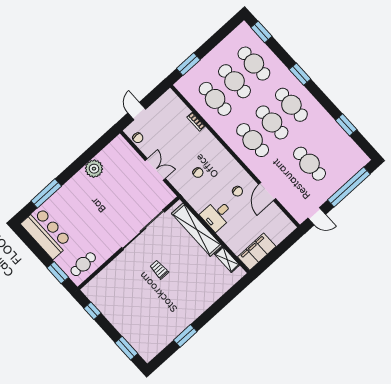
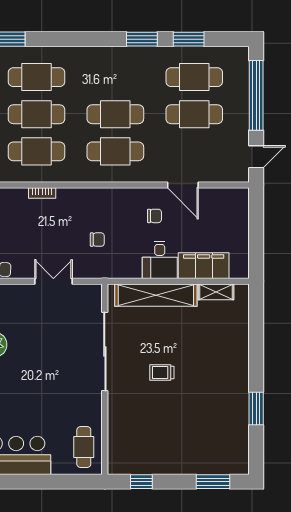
window: (300, 74) -> (142, 39), moved
cafe table: (291, 105) -> (194, 77), moved
filing cabinet: (257, 252) -> (204, 266), moved, turned 90
window: (58, 273) -> (68, 482), removed

